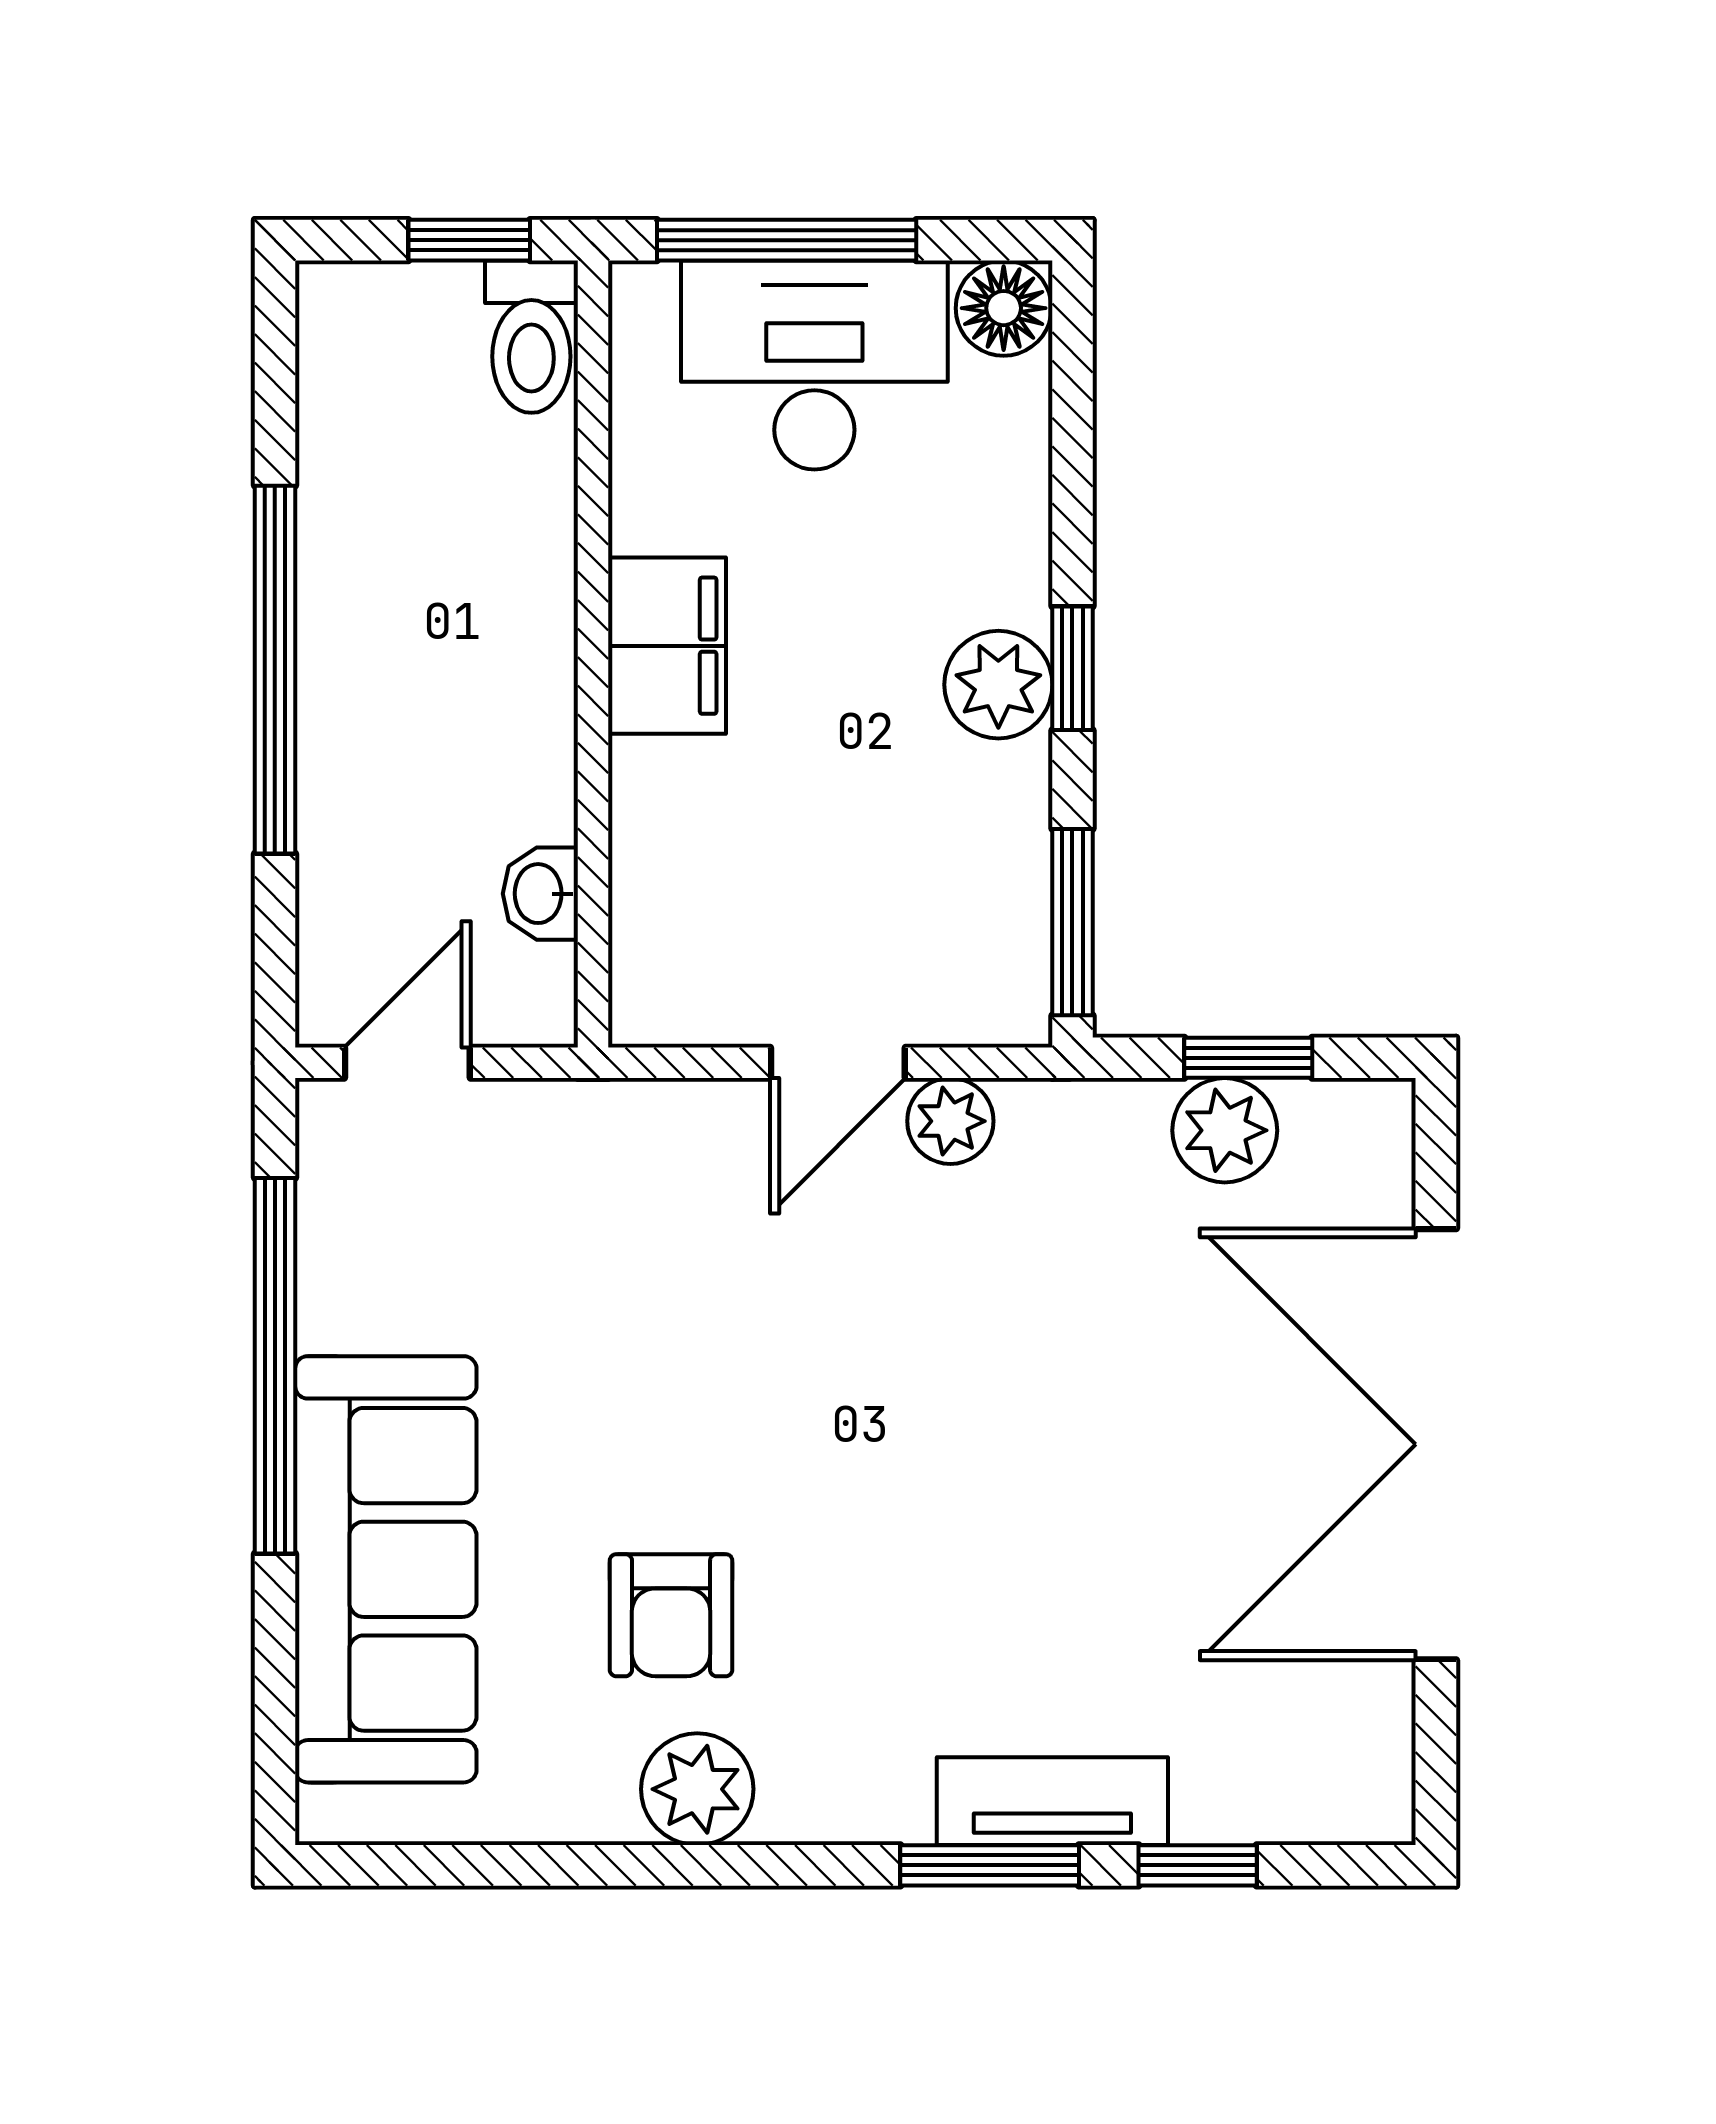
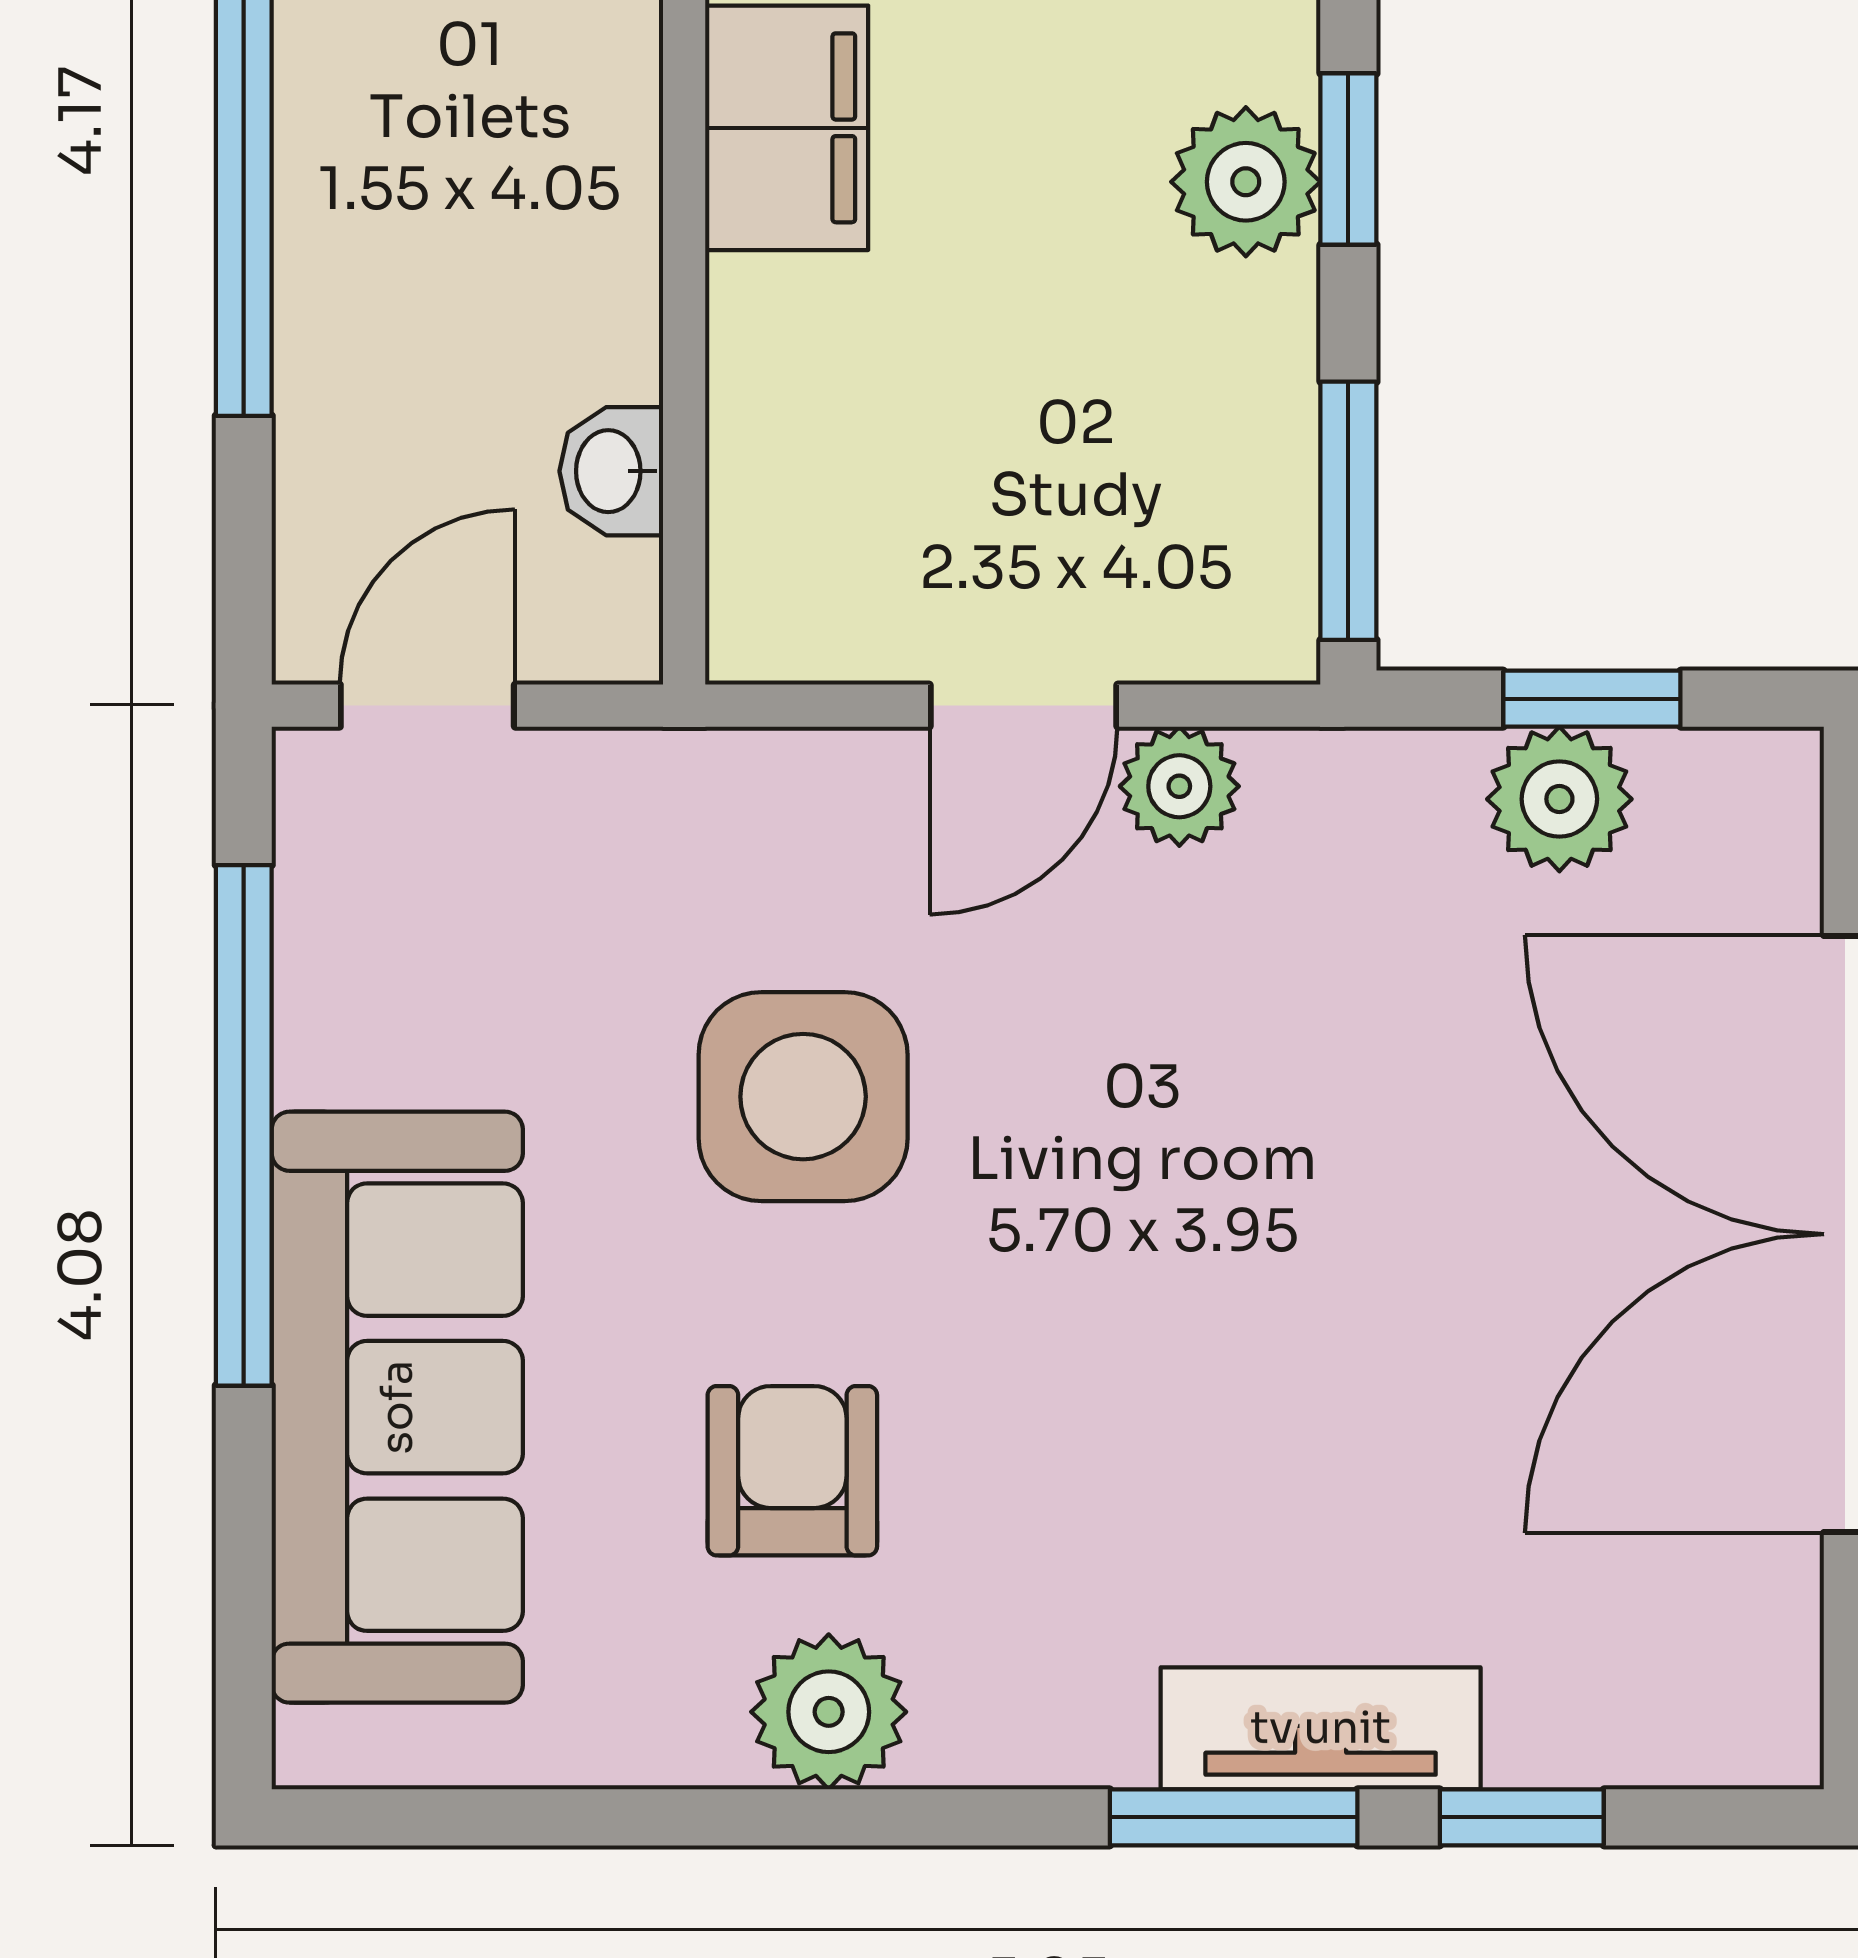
side table: (679, 1345) -> (803, 1097), added
armchair: (671, 1615) -> (792, 1471), turned 180

